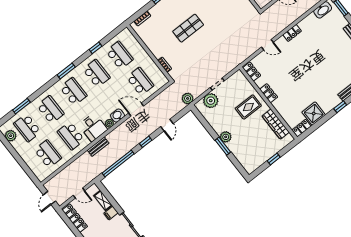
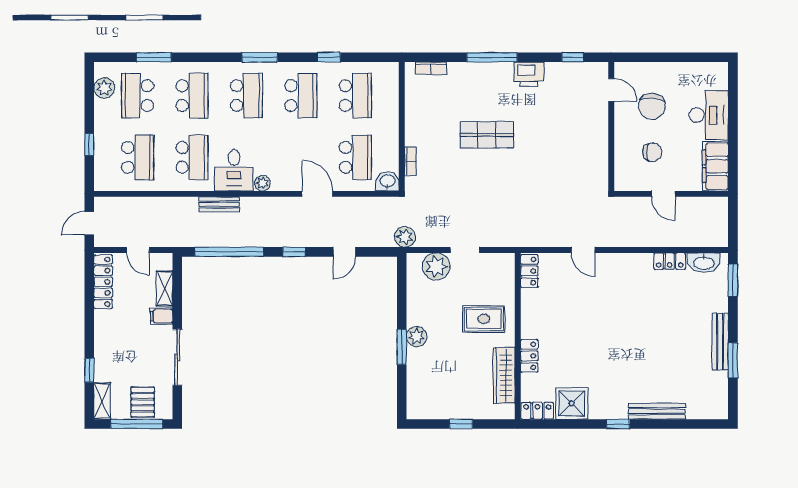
locker: (292, 33) -> (670, 261), moved
locker: (269, 93) -> (529, 356), moved
washbasin: (118, 116) -> (387, 181), moved
school desk: (71, 136) -> (192, 157), turned 180
window: (23, 165) -> (89, 145), added

